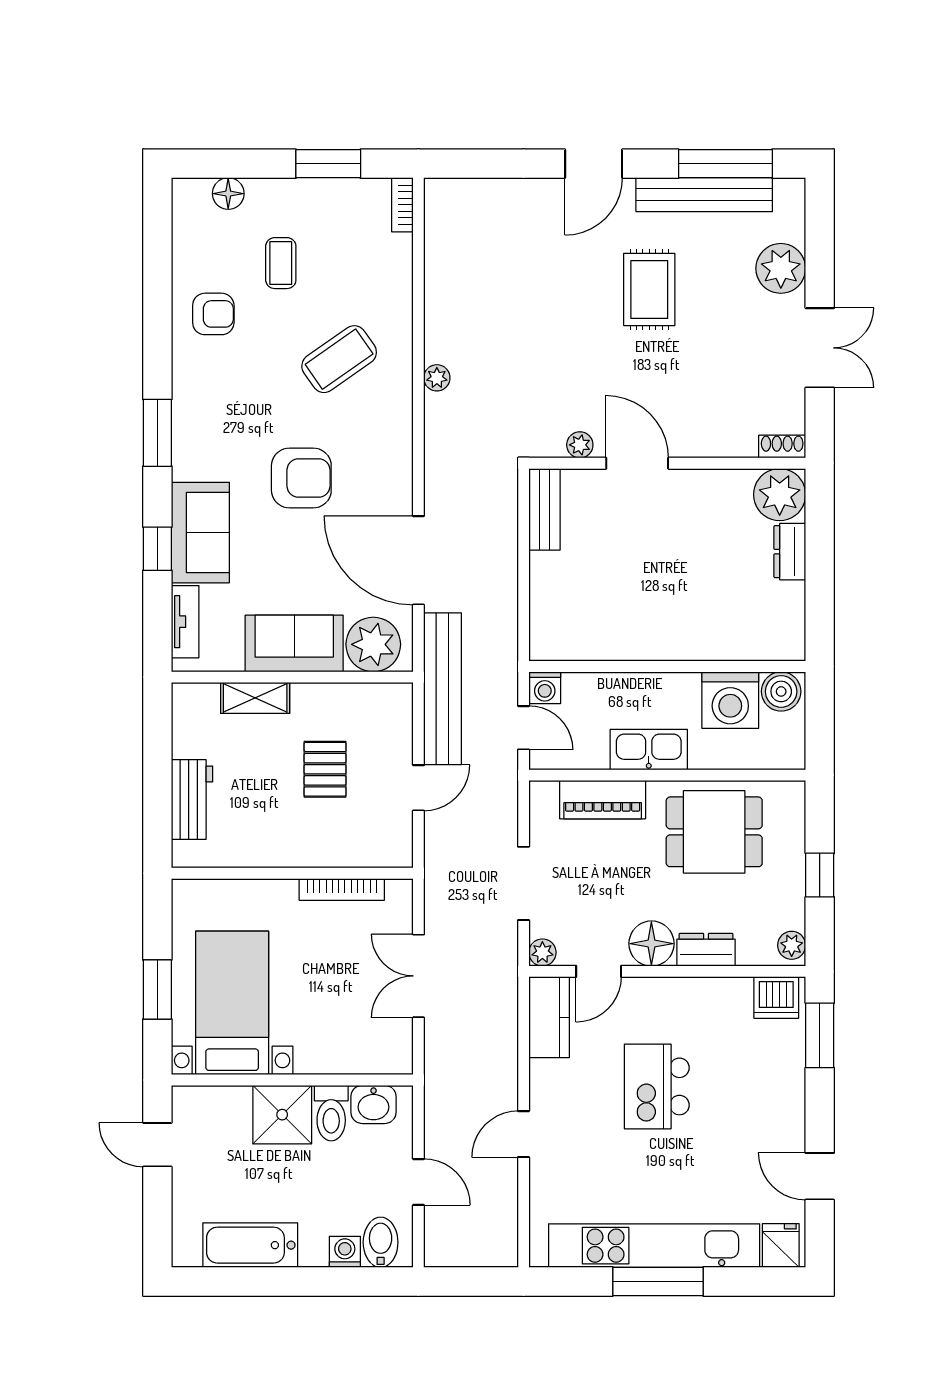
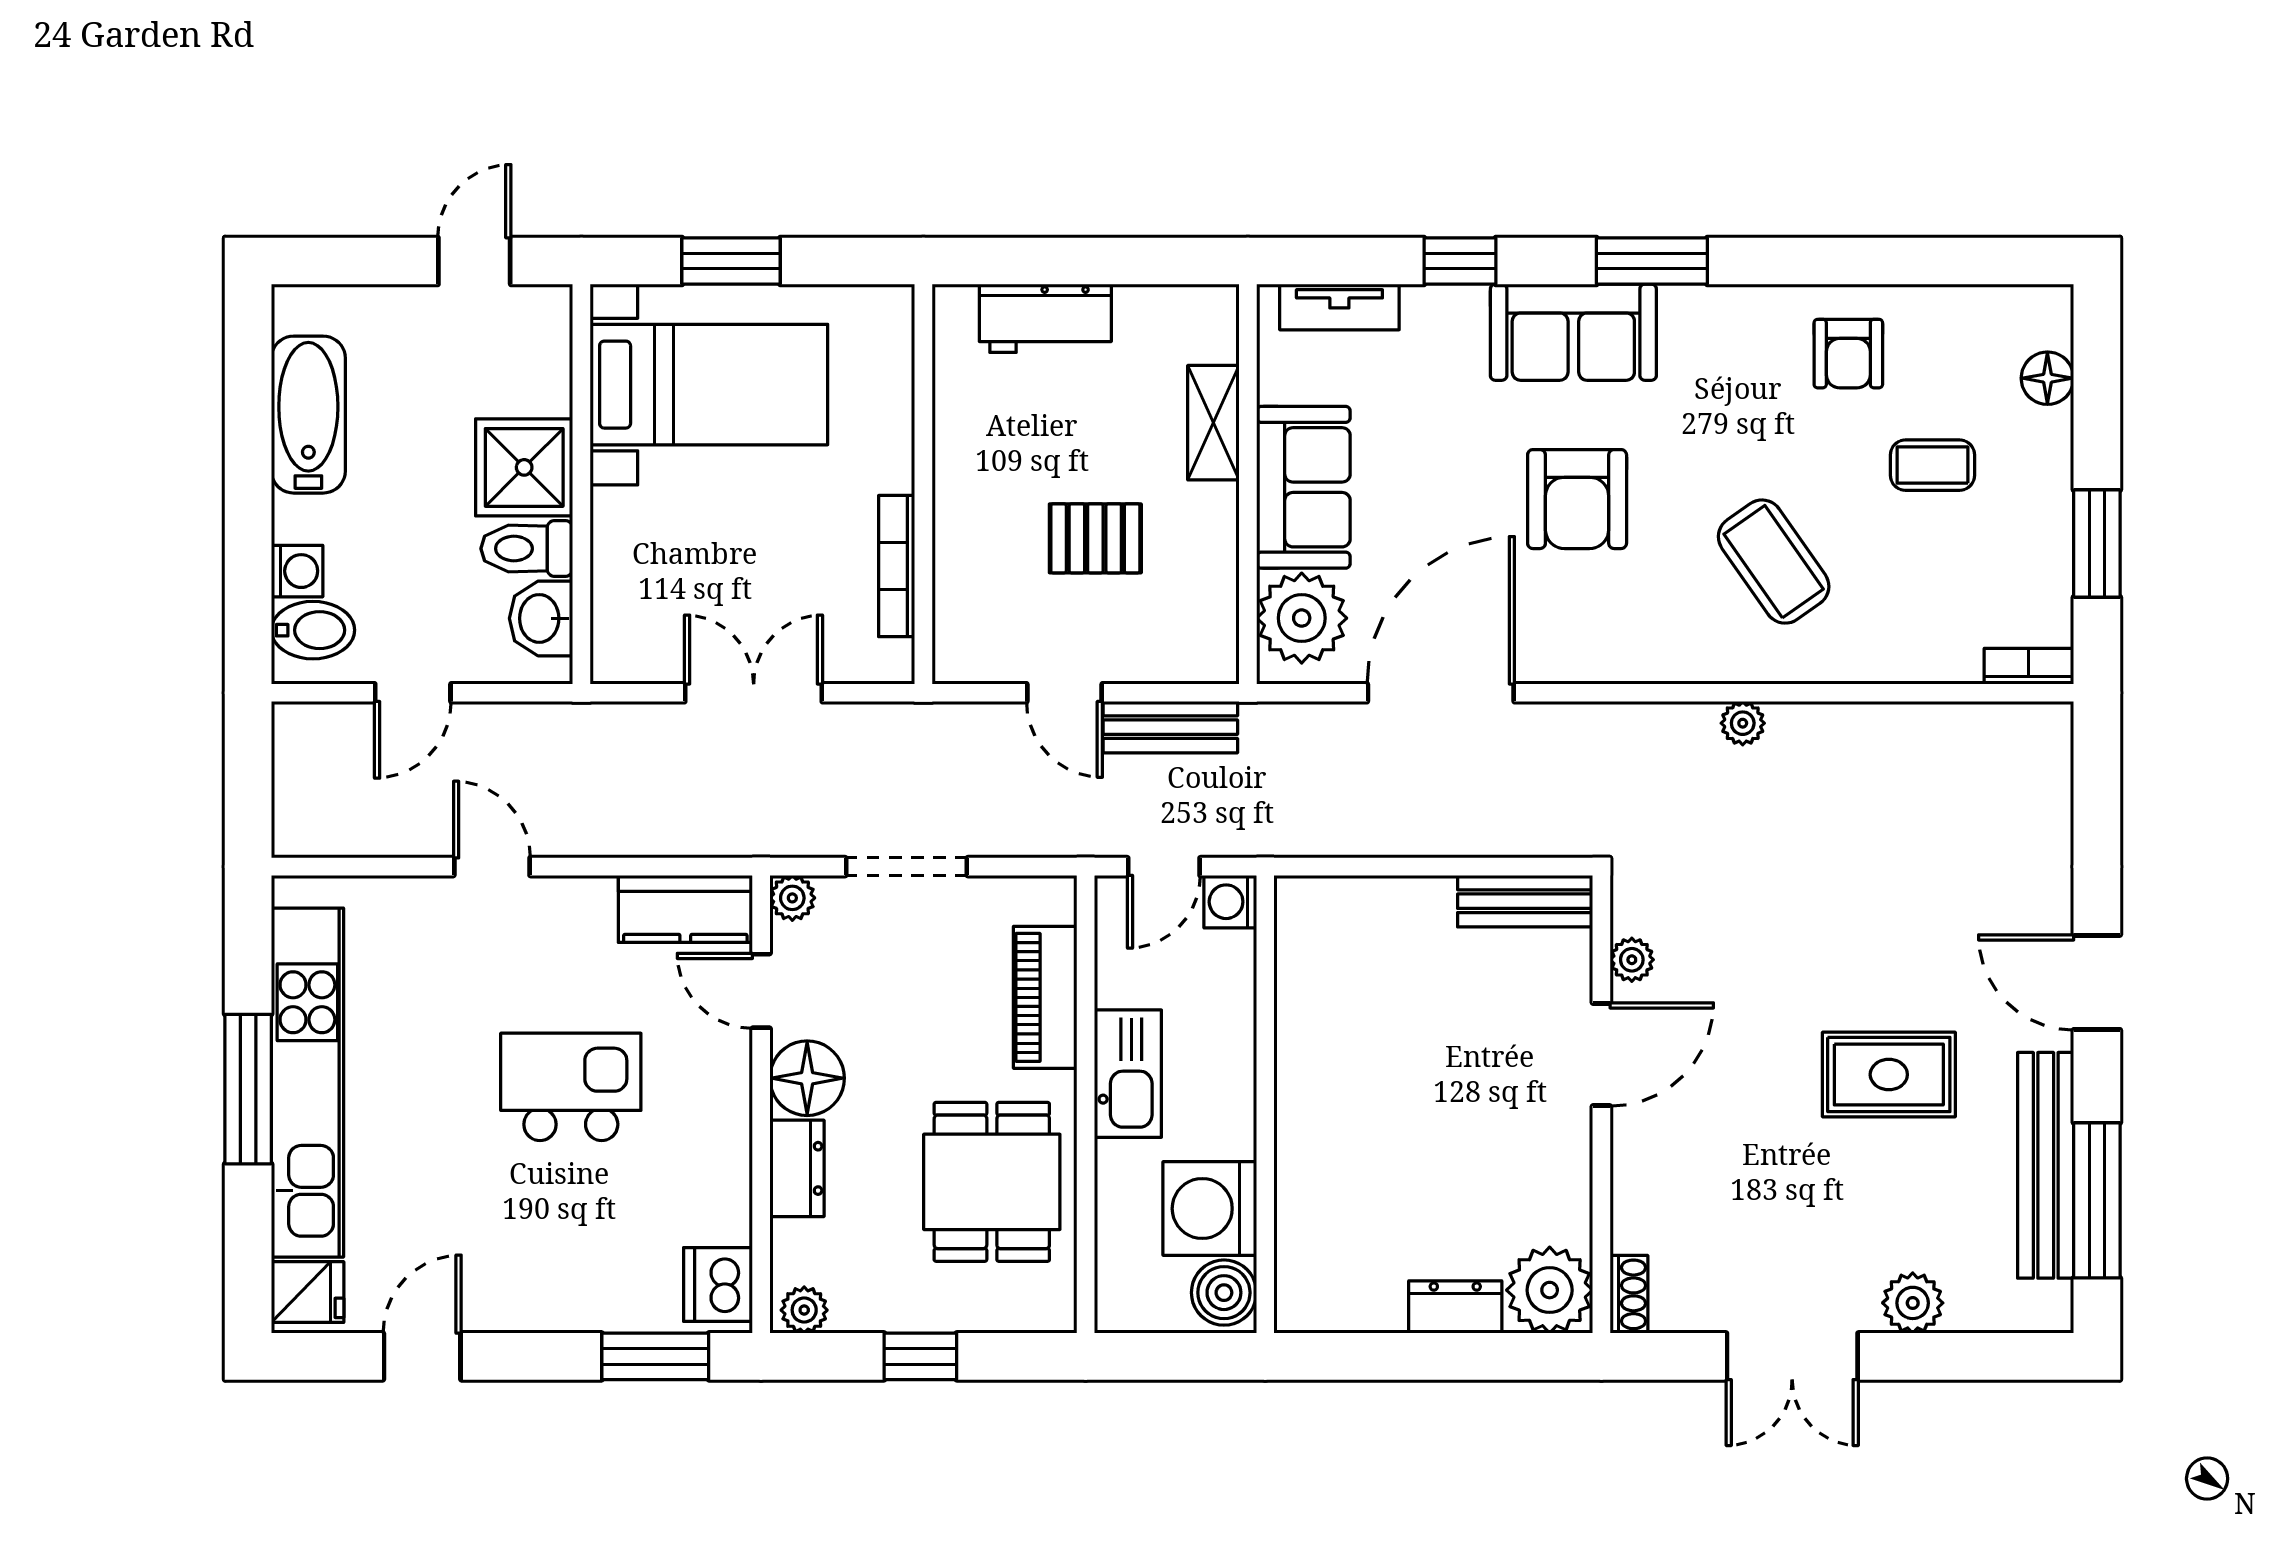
plant: (781, 268) -> (1913, 1303), width x0.73, depth x0.73
sofa: (200, 533) -> (1573, 332), moved
bench: (443, 689) -> (1170, 727), width x0.54, depth x0.82

